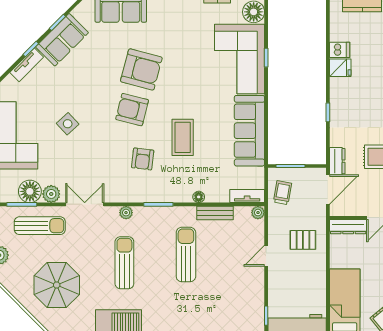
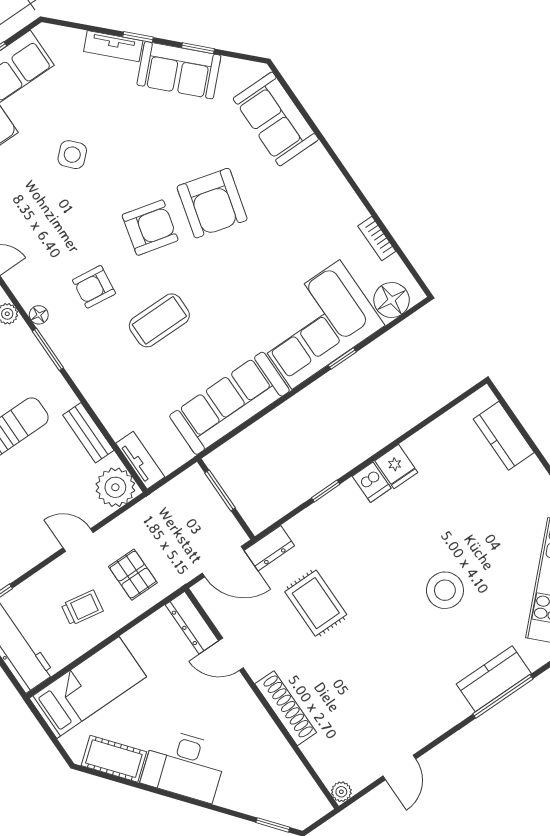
dishwasher: (340, 50) -> (372, 482), moved
armchair: (132, 110) -> (150, 228), turned 90
trolley: (283, 193) -> (82, 608), moved
floor lamp: (199, 197) -> (39, 315), moved
plant: (258, 213) -> (115, 487), width x1.88, depth x1.88

